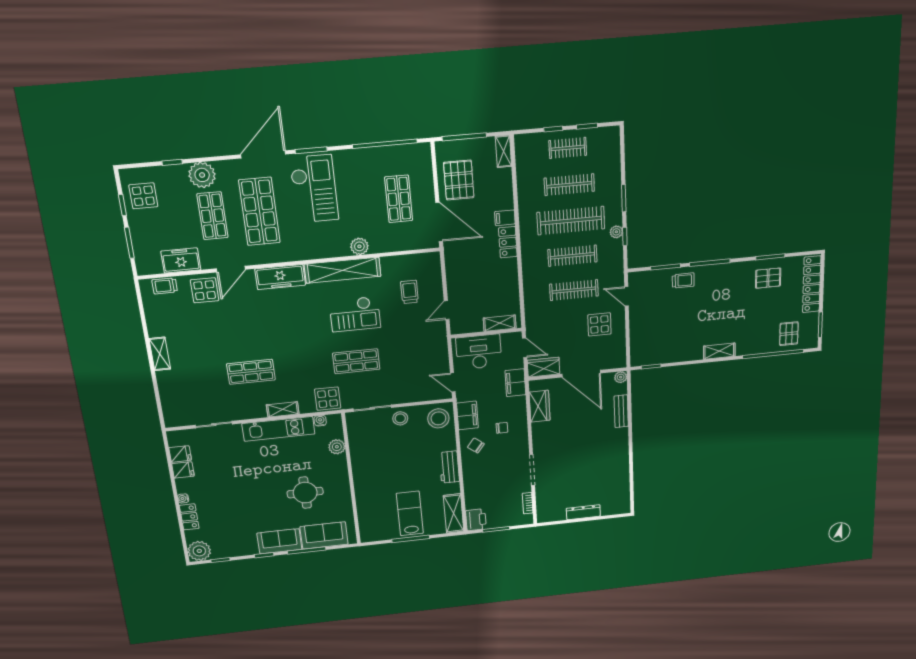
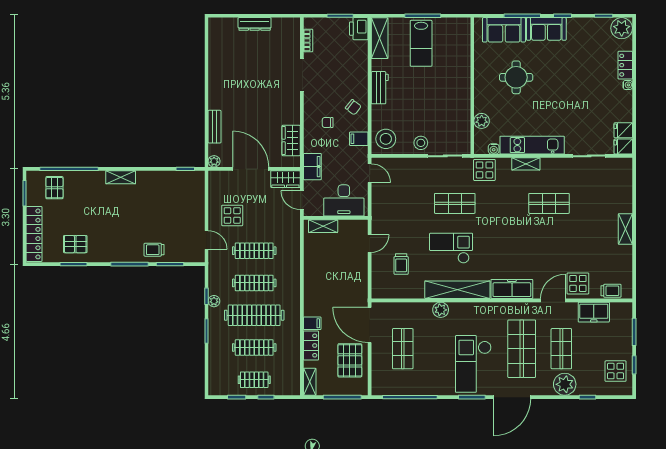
locker: (508, 242) -> (311, 346), moved
filing cabinet: (467, 415) -> (359, 139), width x0.50
fridge: (183, 470) -> (623, 147), moved

